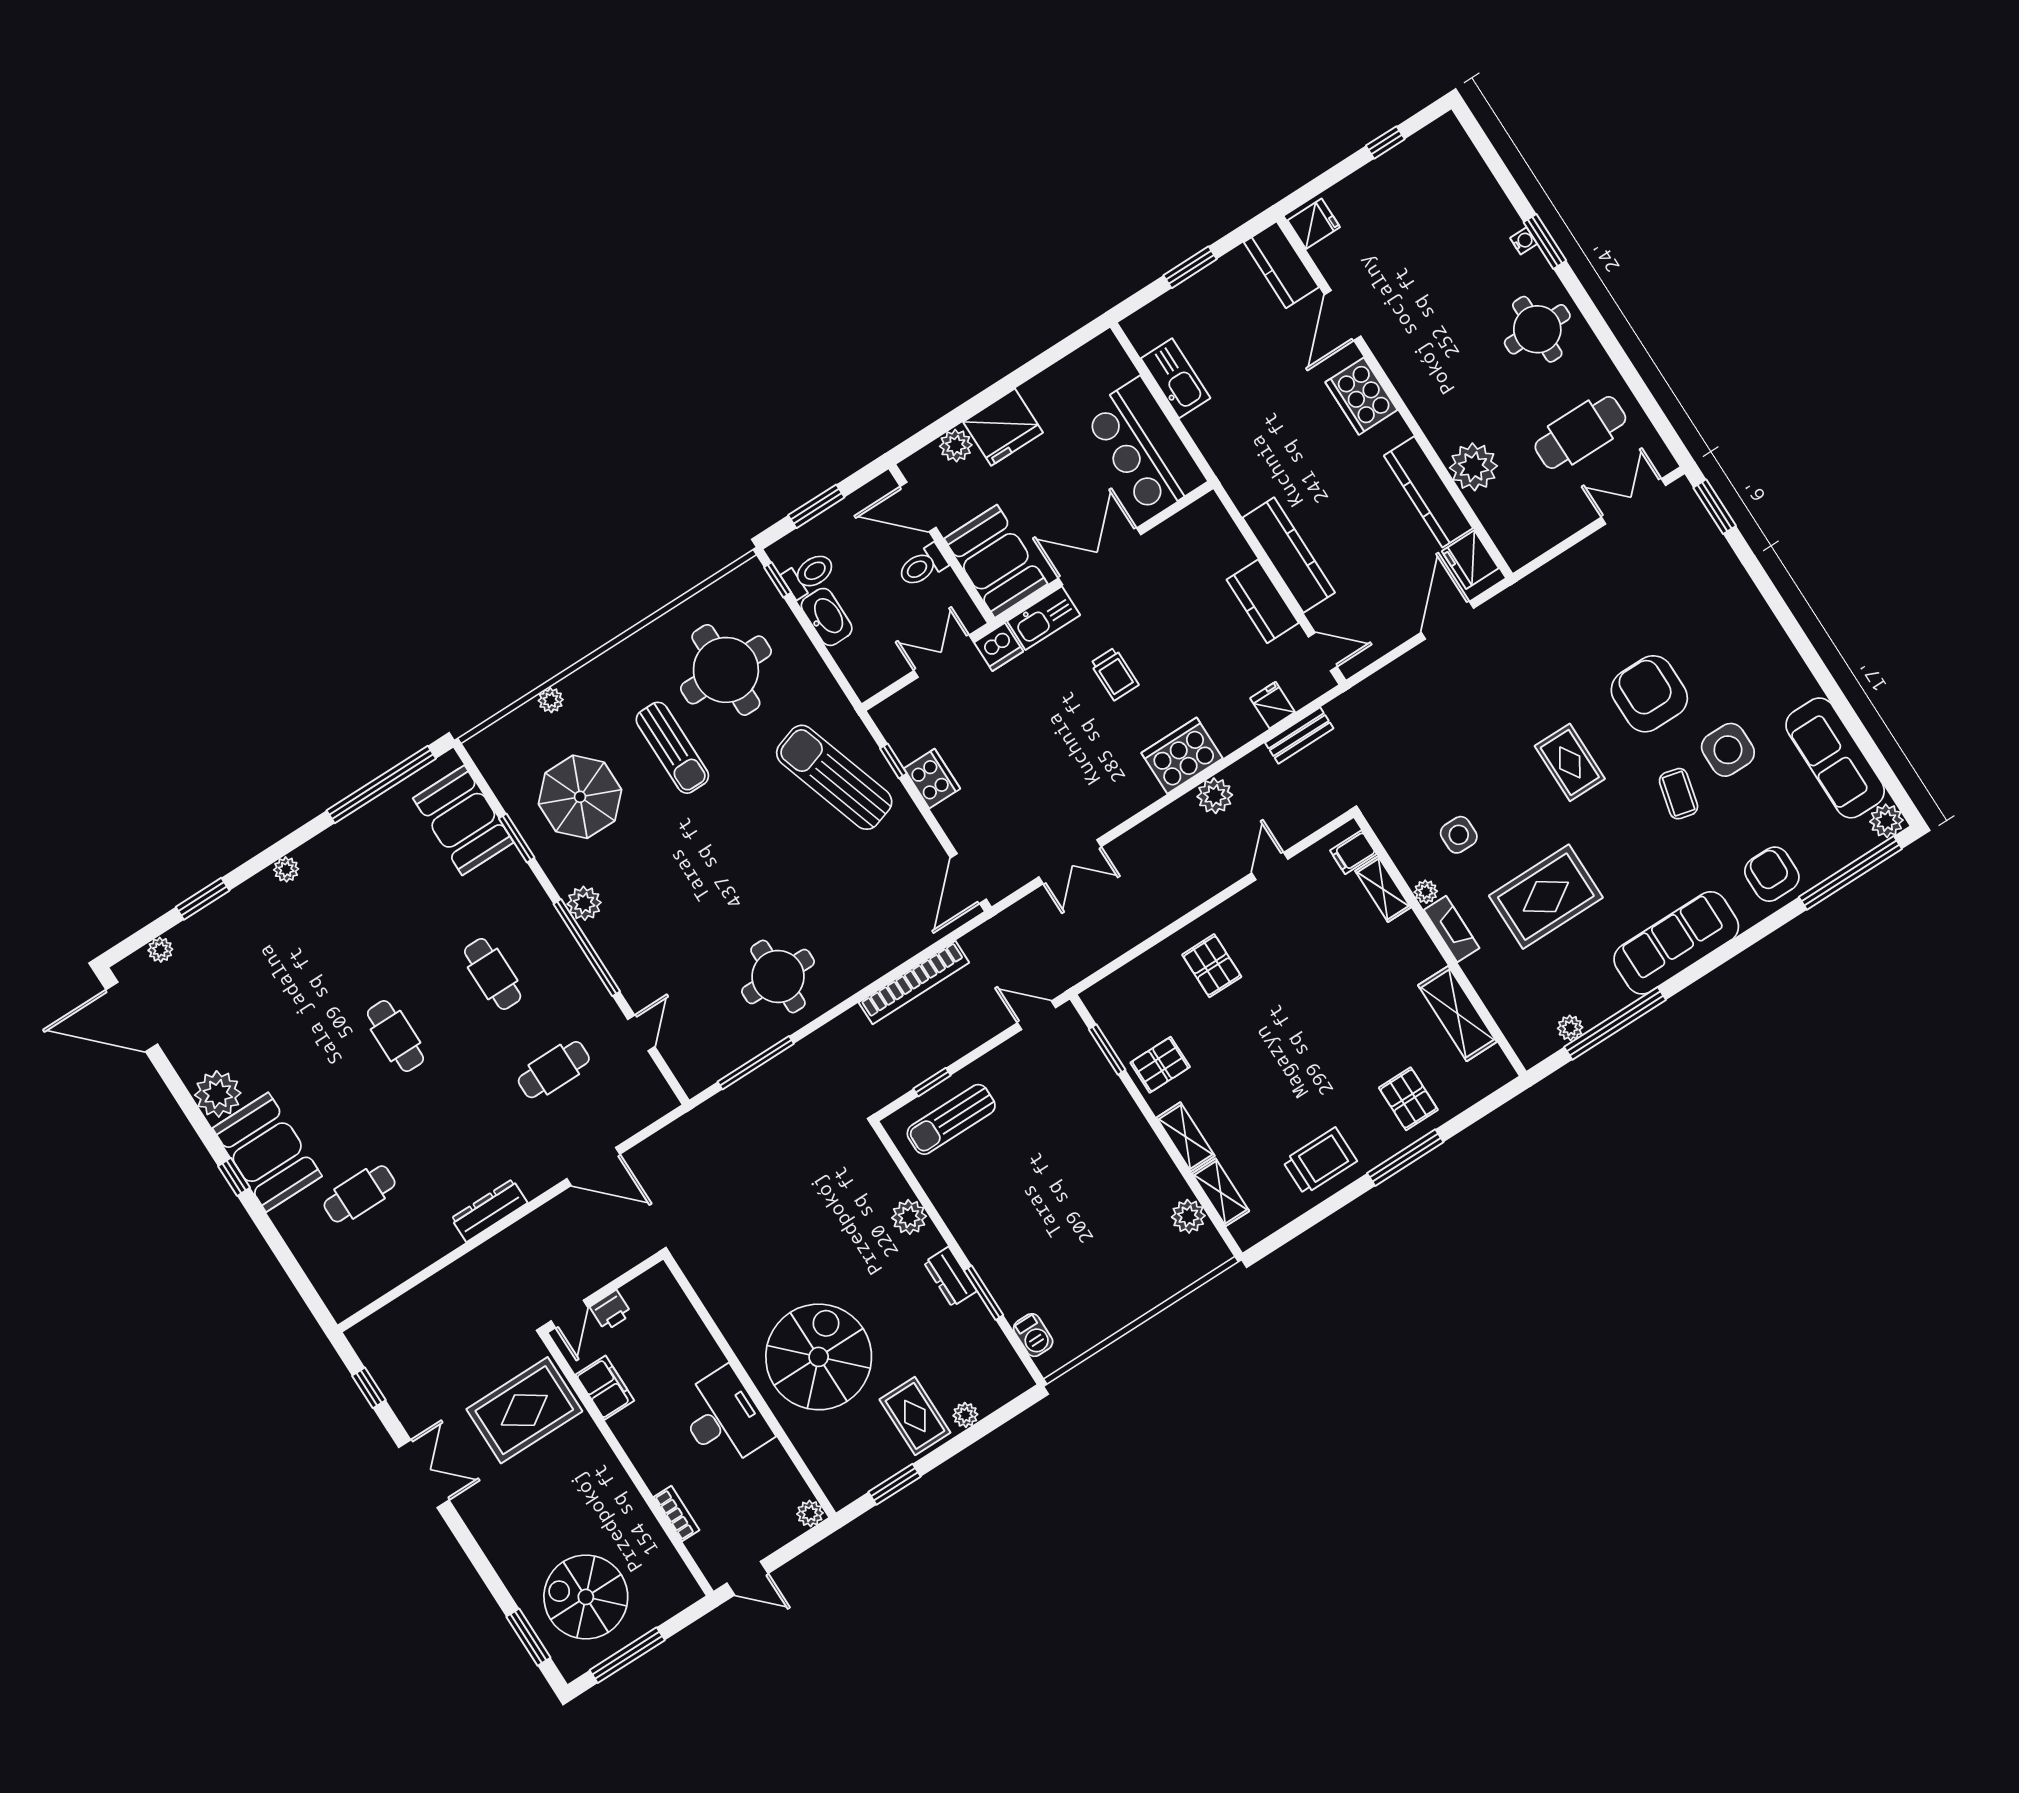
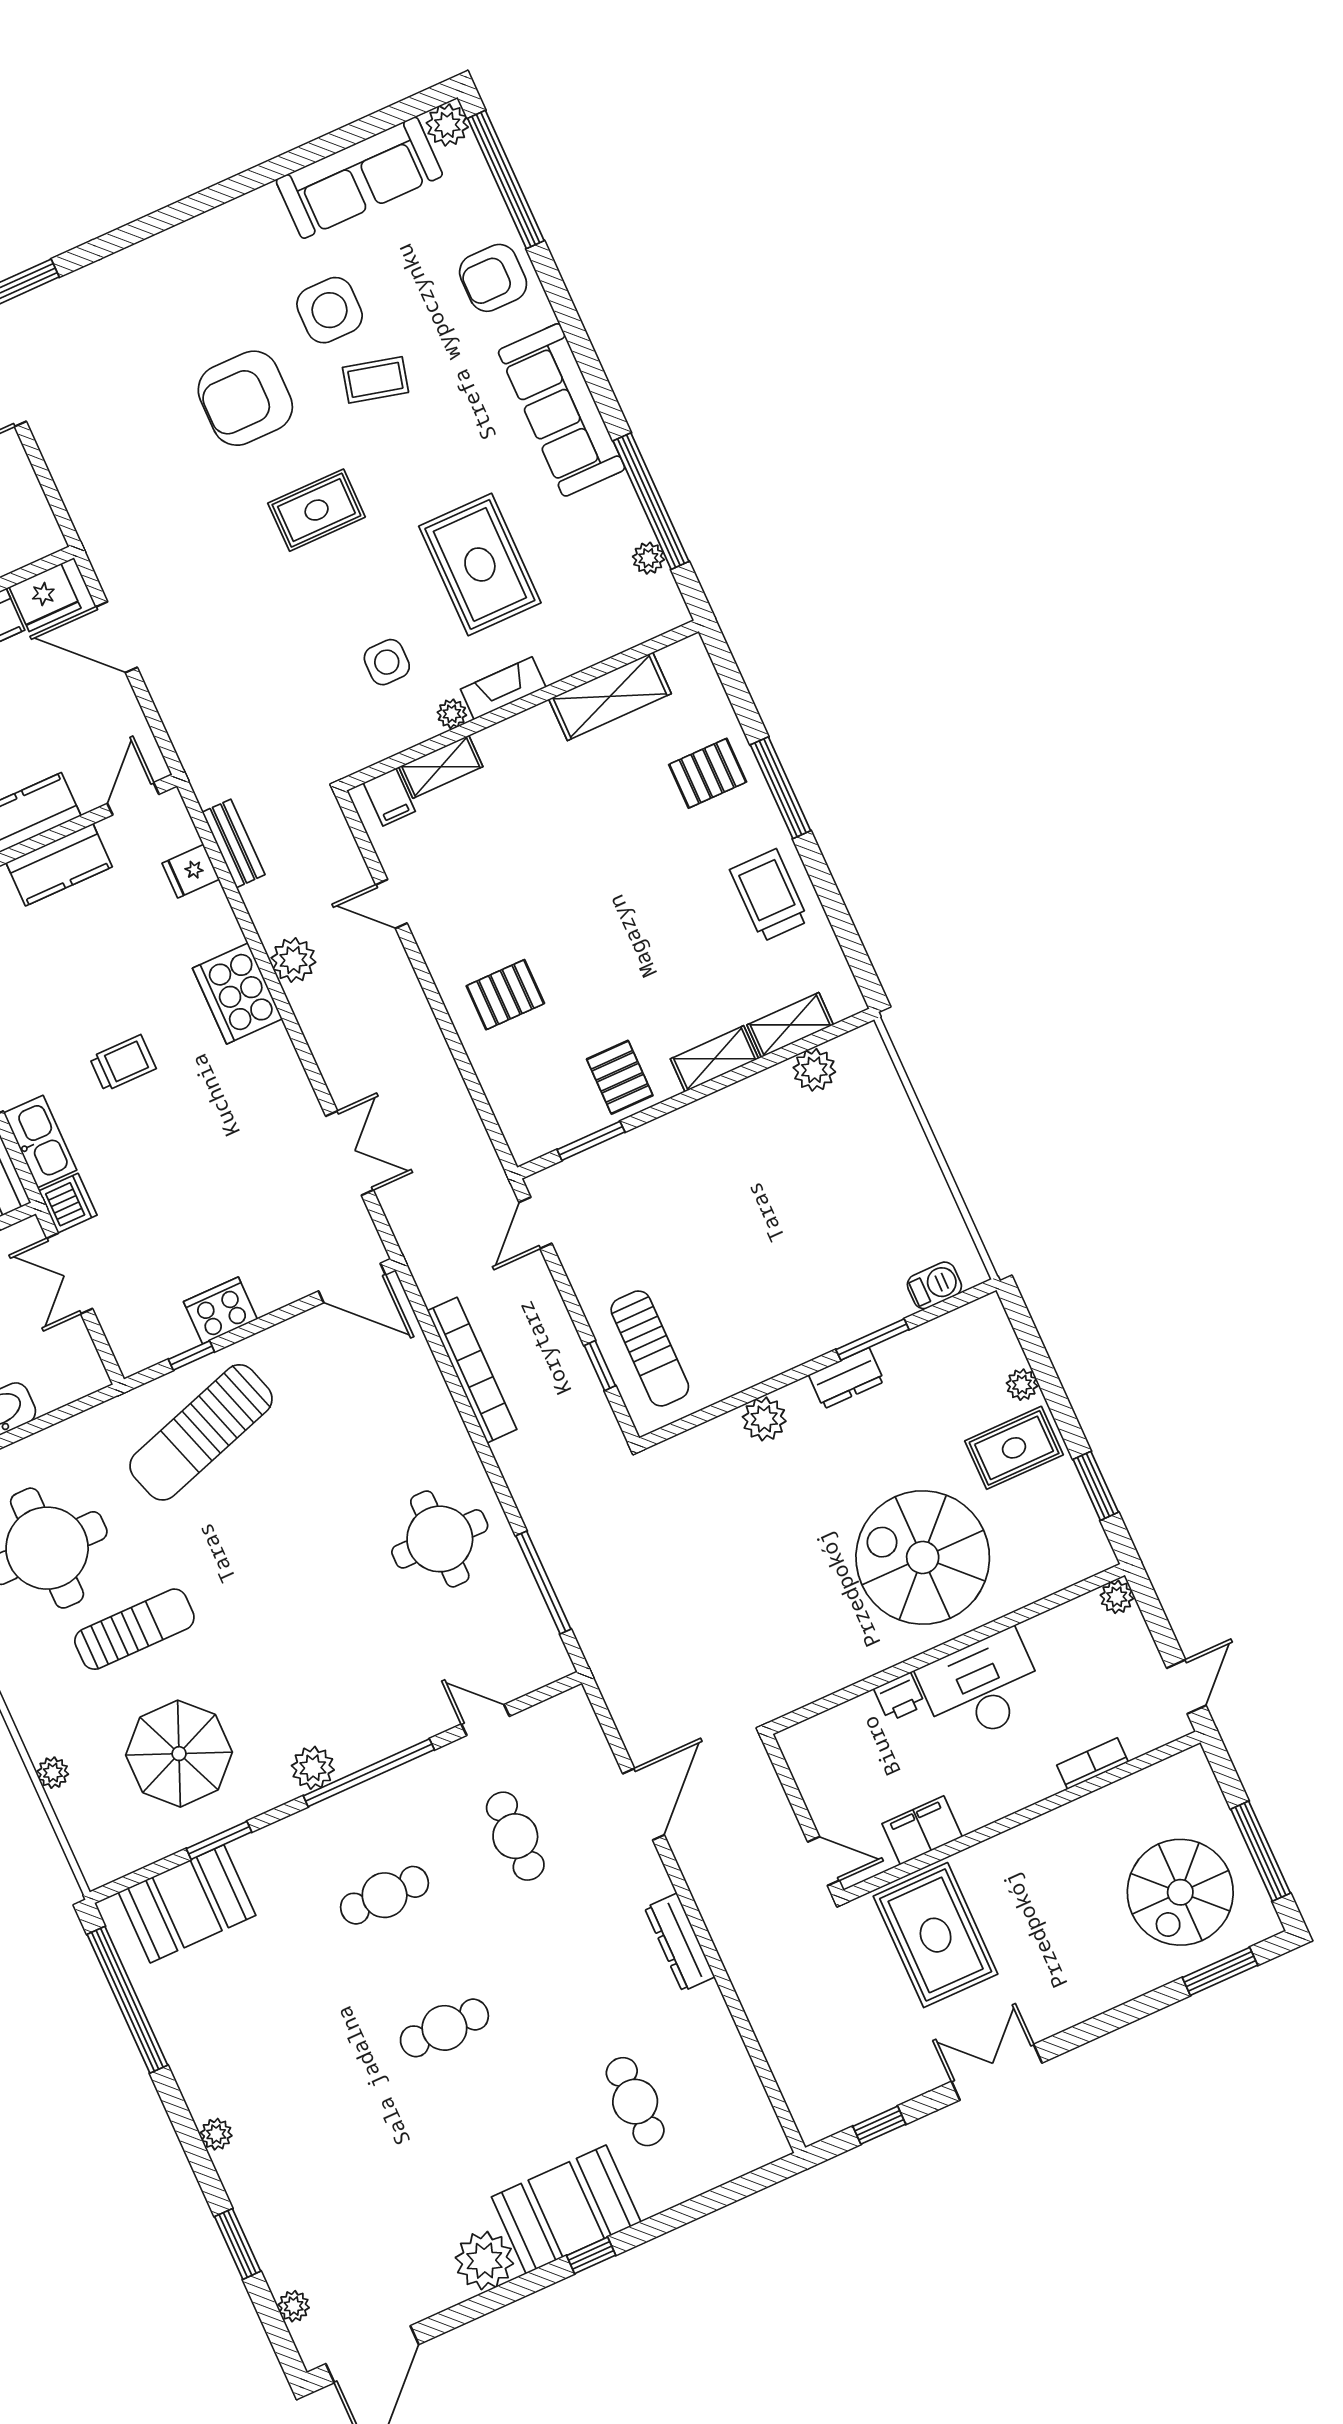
printer: (611, 1310) -> (899, 1697), moved, turned 90

